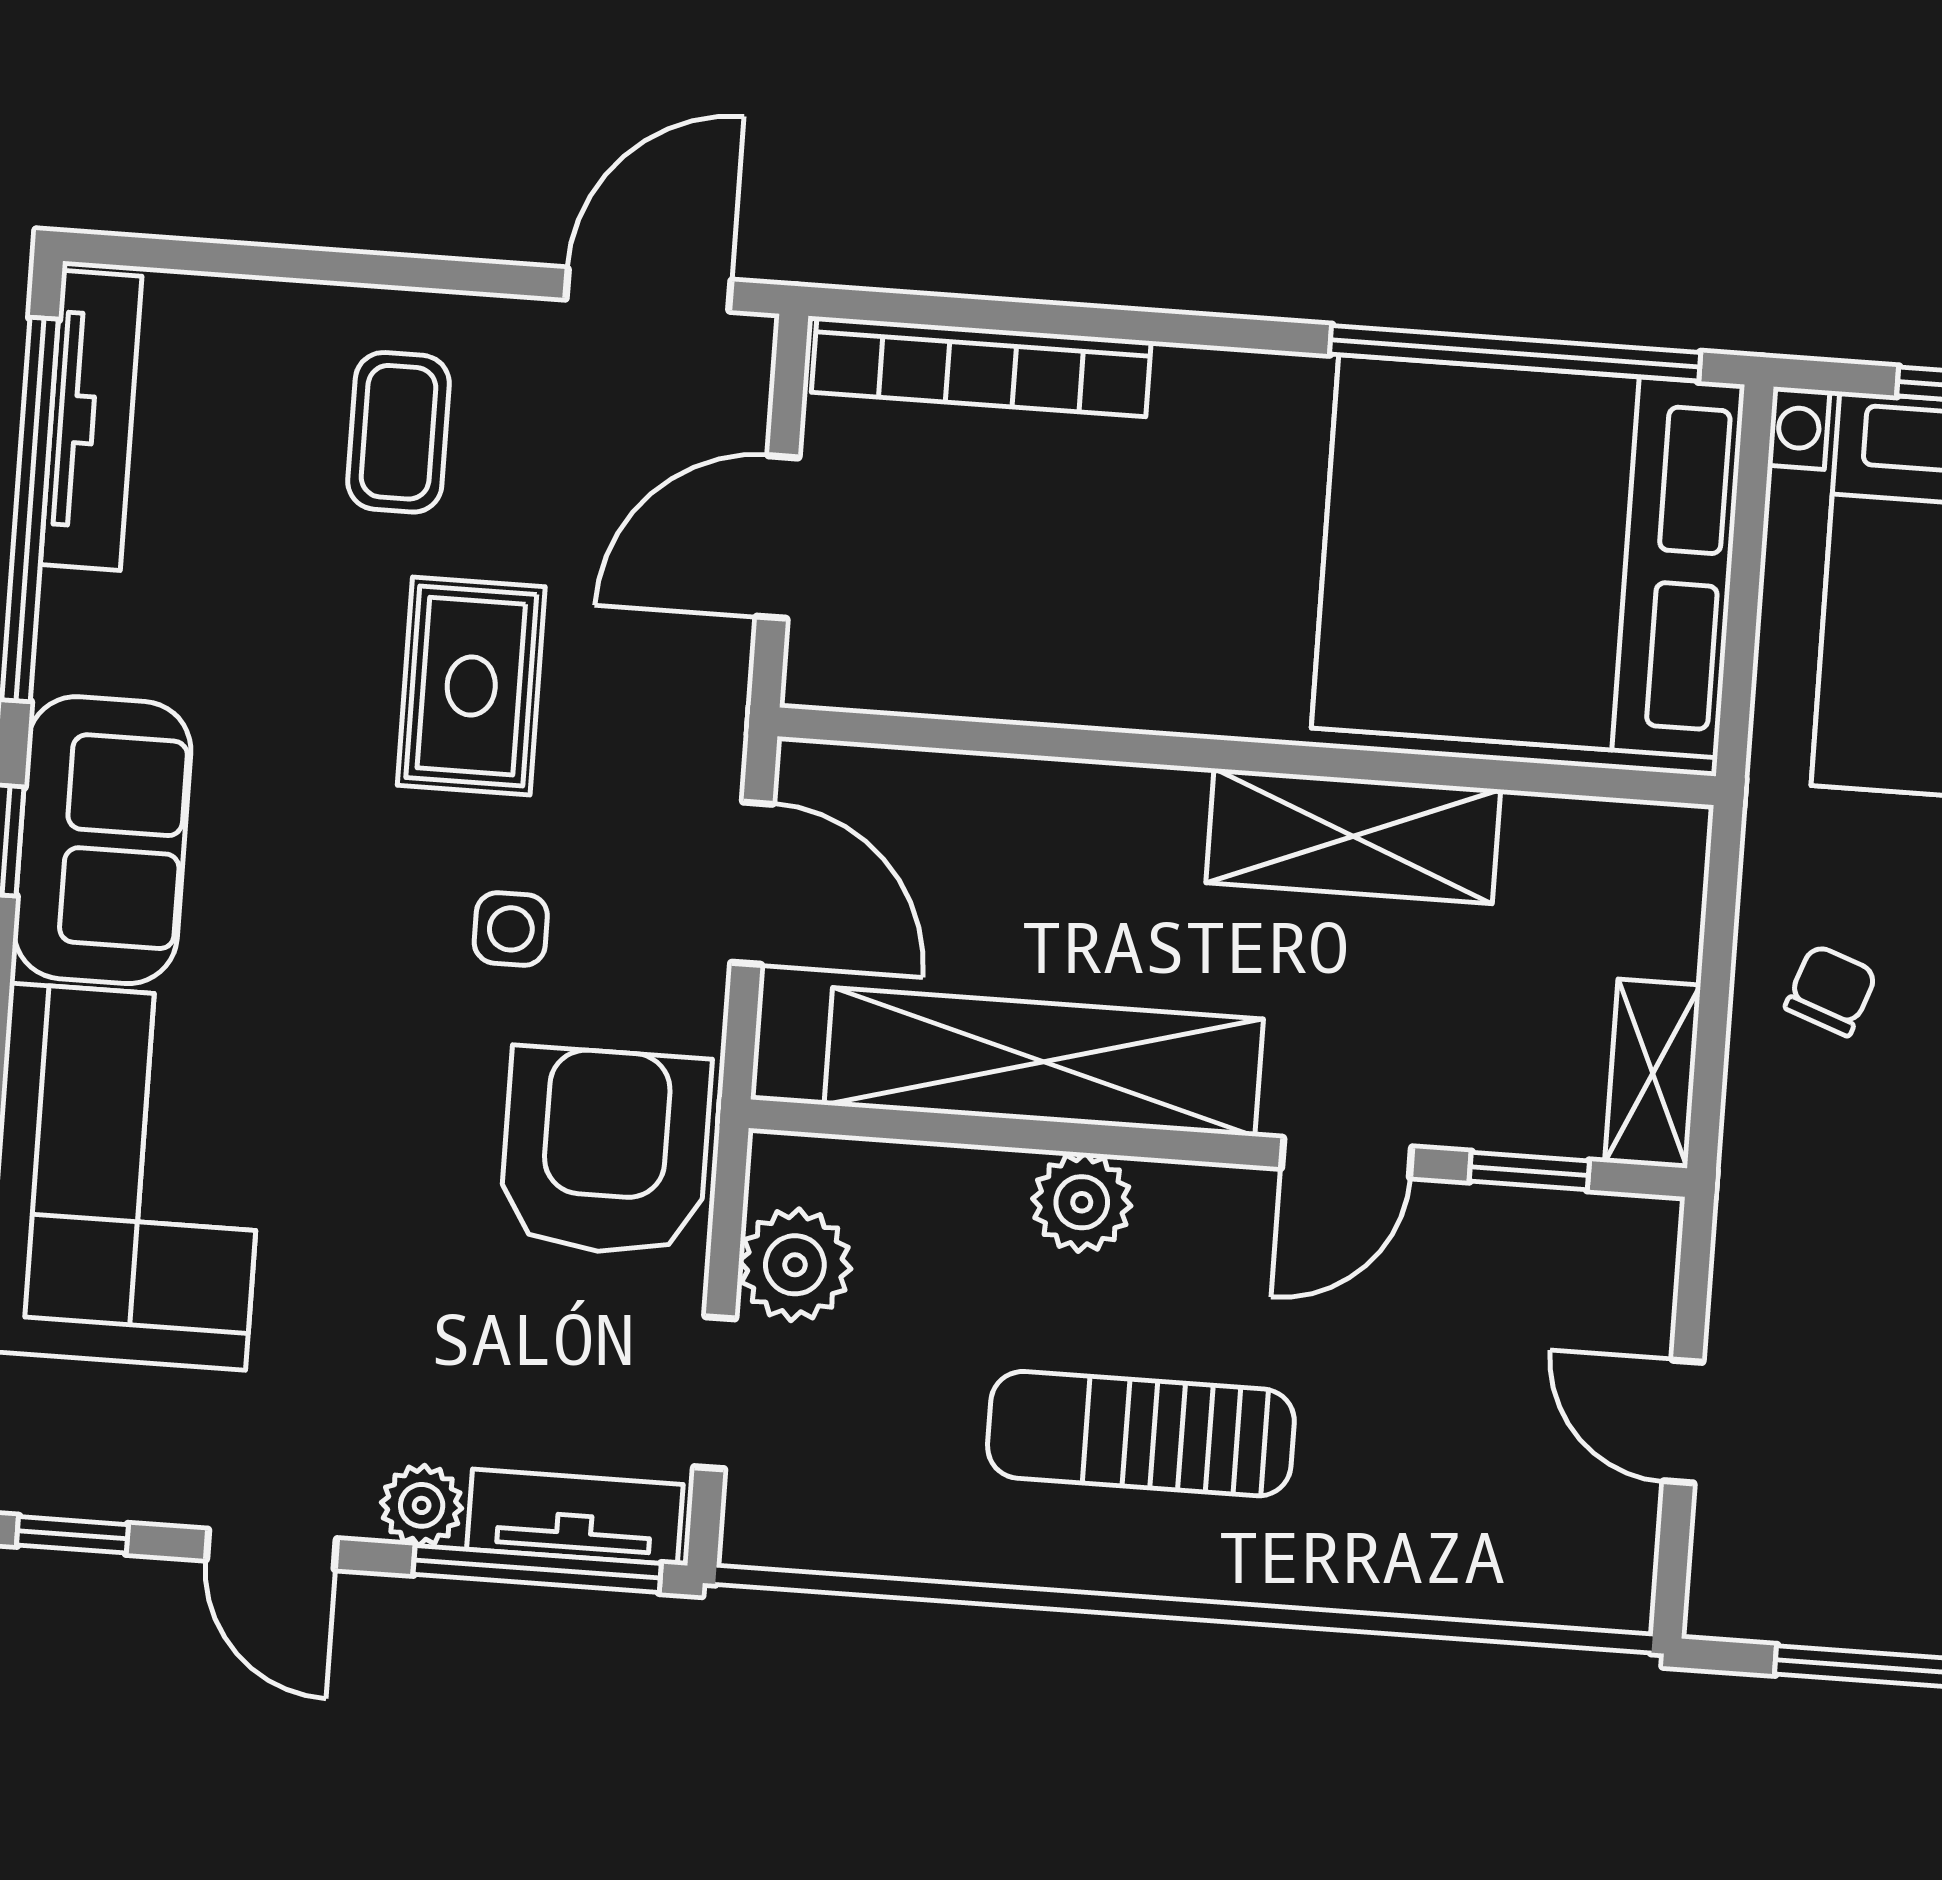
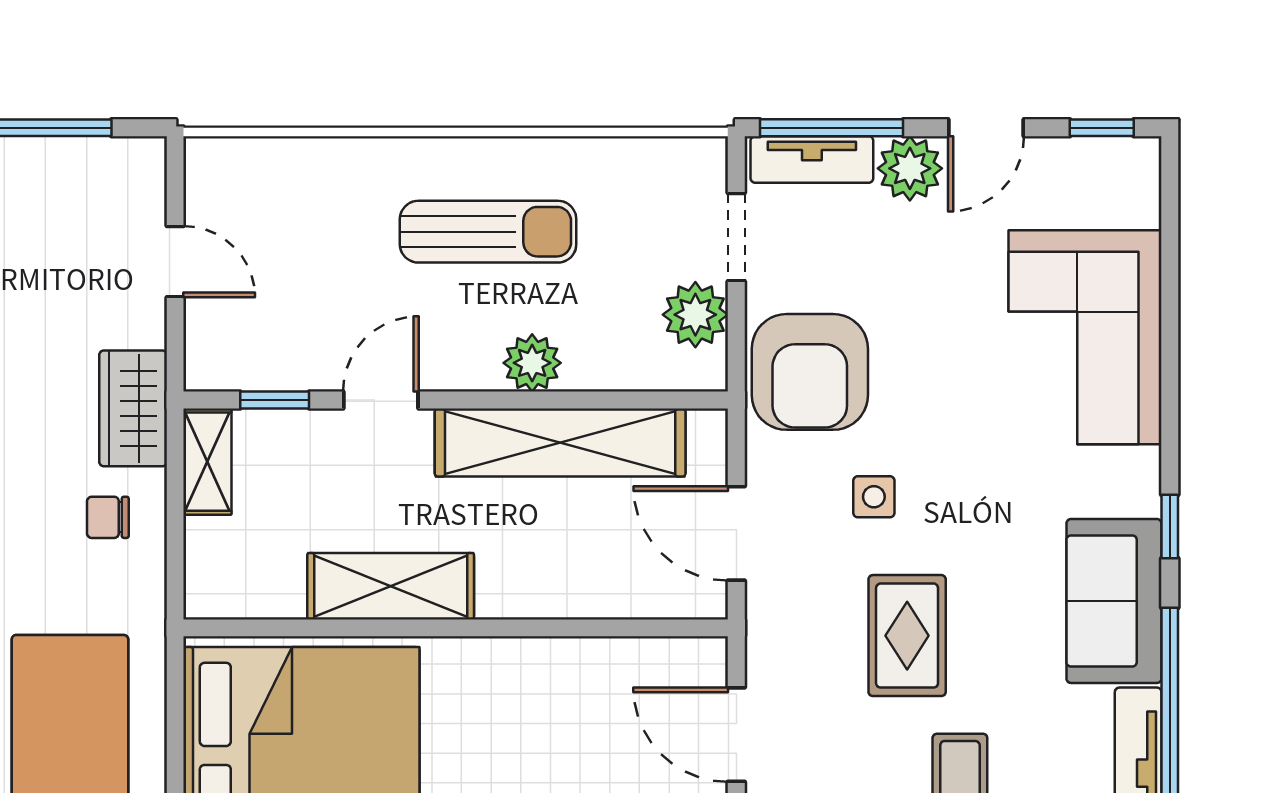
door: (777, 537) -> (736, 735), swing flipped
sofa: (102, 840) -> (1114, 601), moved
chair: (1831, 990) -> (108, 517), turned 70
wardrobe: (1774, 1175) -> (133, 408), added
plant: (422, 1505) -> (910, 168), width x1.38, depth x1.38
door: (271, 1549) -> (986, 128), swing flipped

